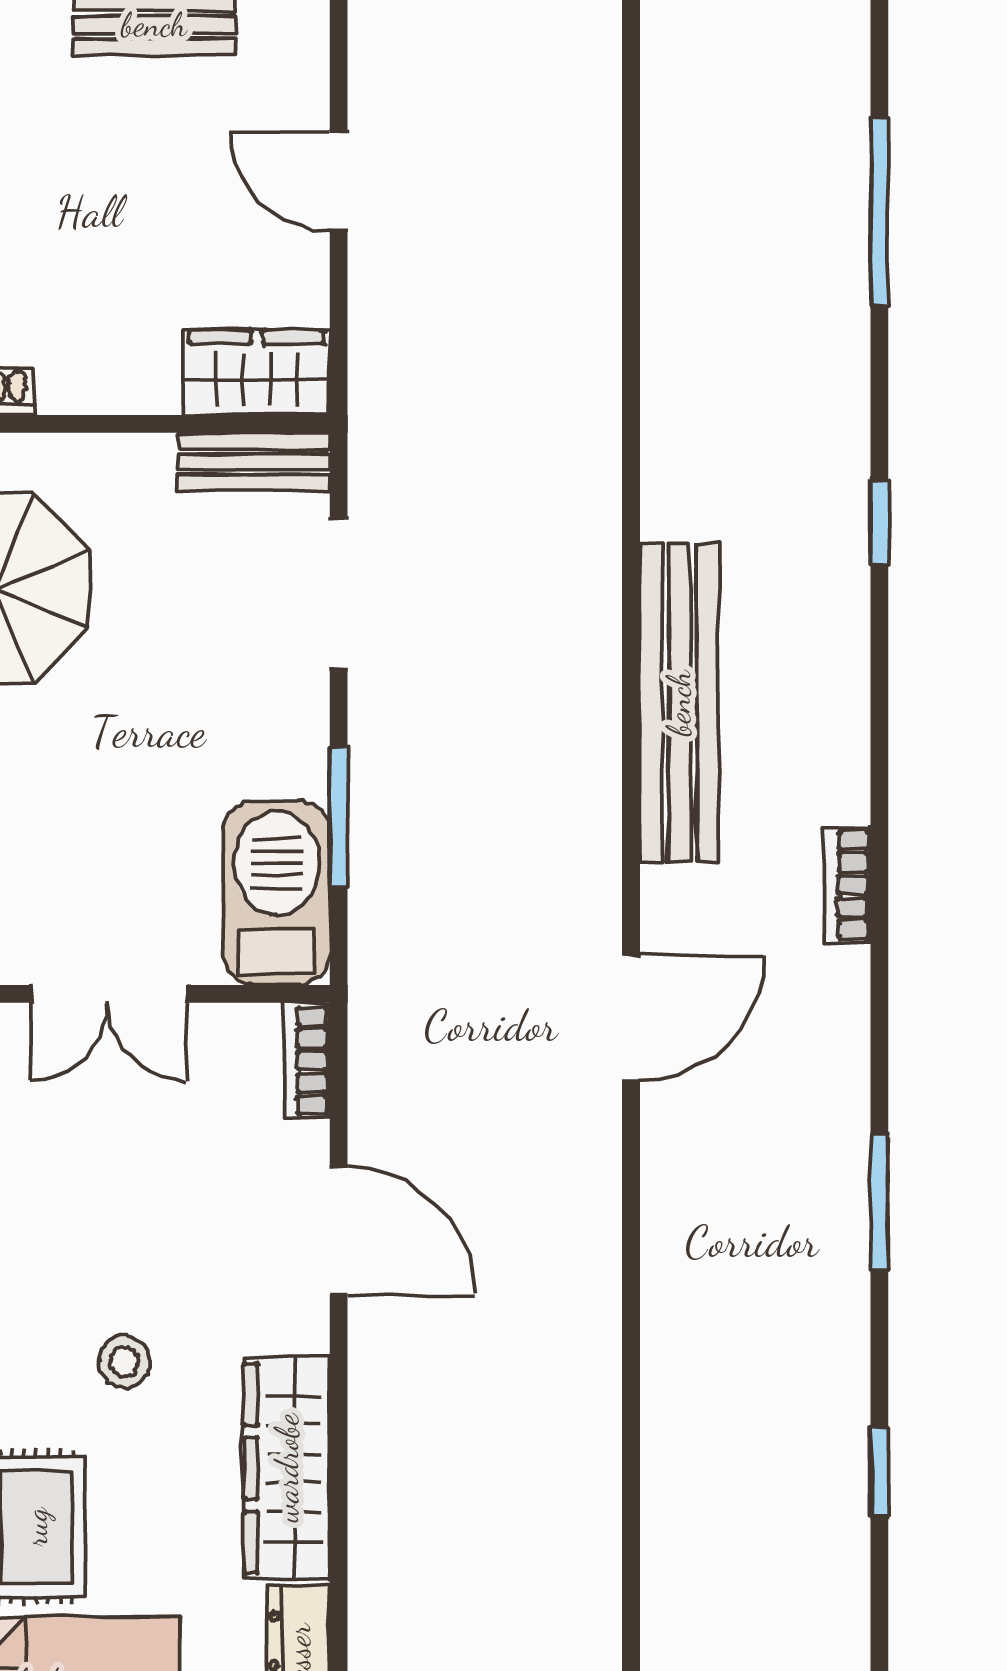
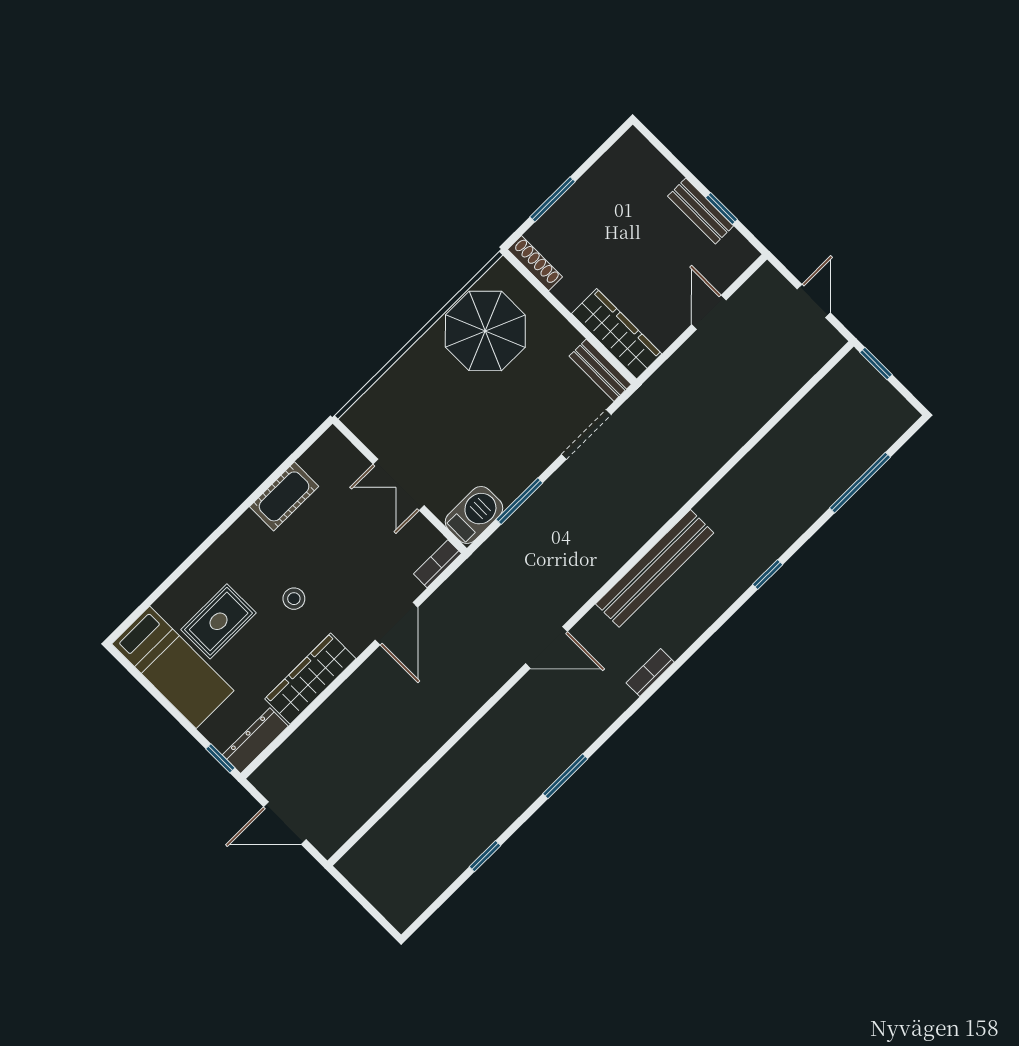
wardrobe: (257, 373) -> (617, 334), width x1.50
barbecue: (277, 893) -> (474, 515), width x0.73, depth x0.83

